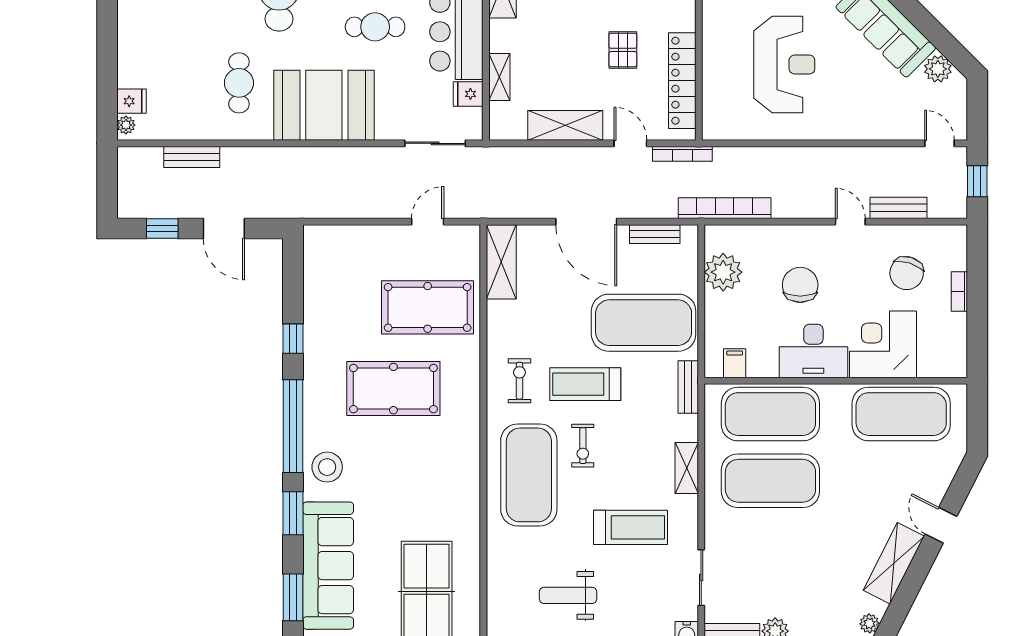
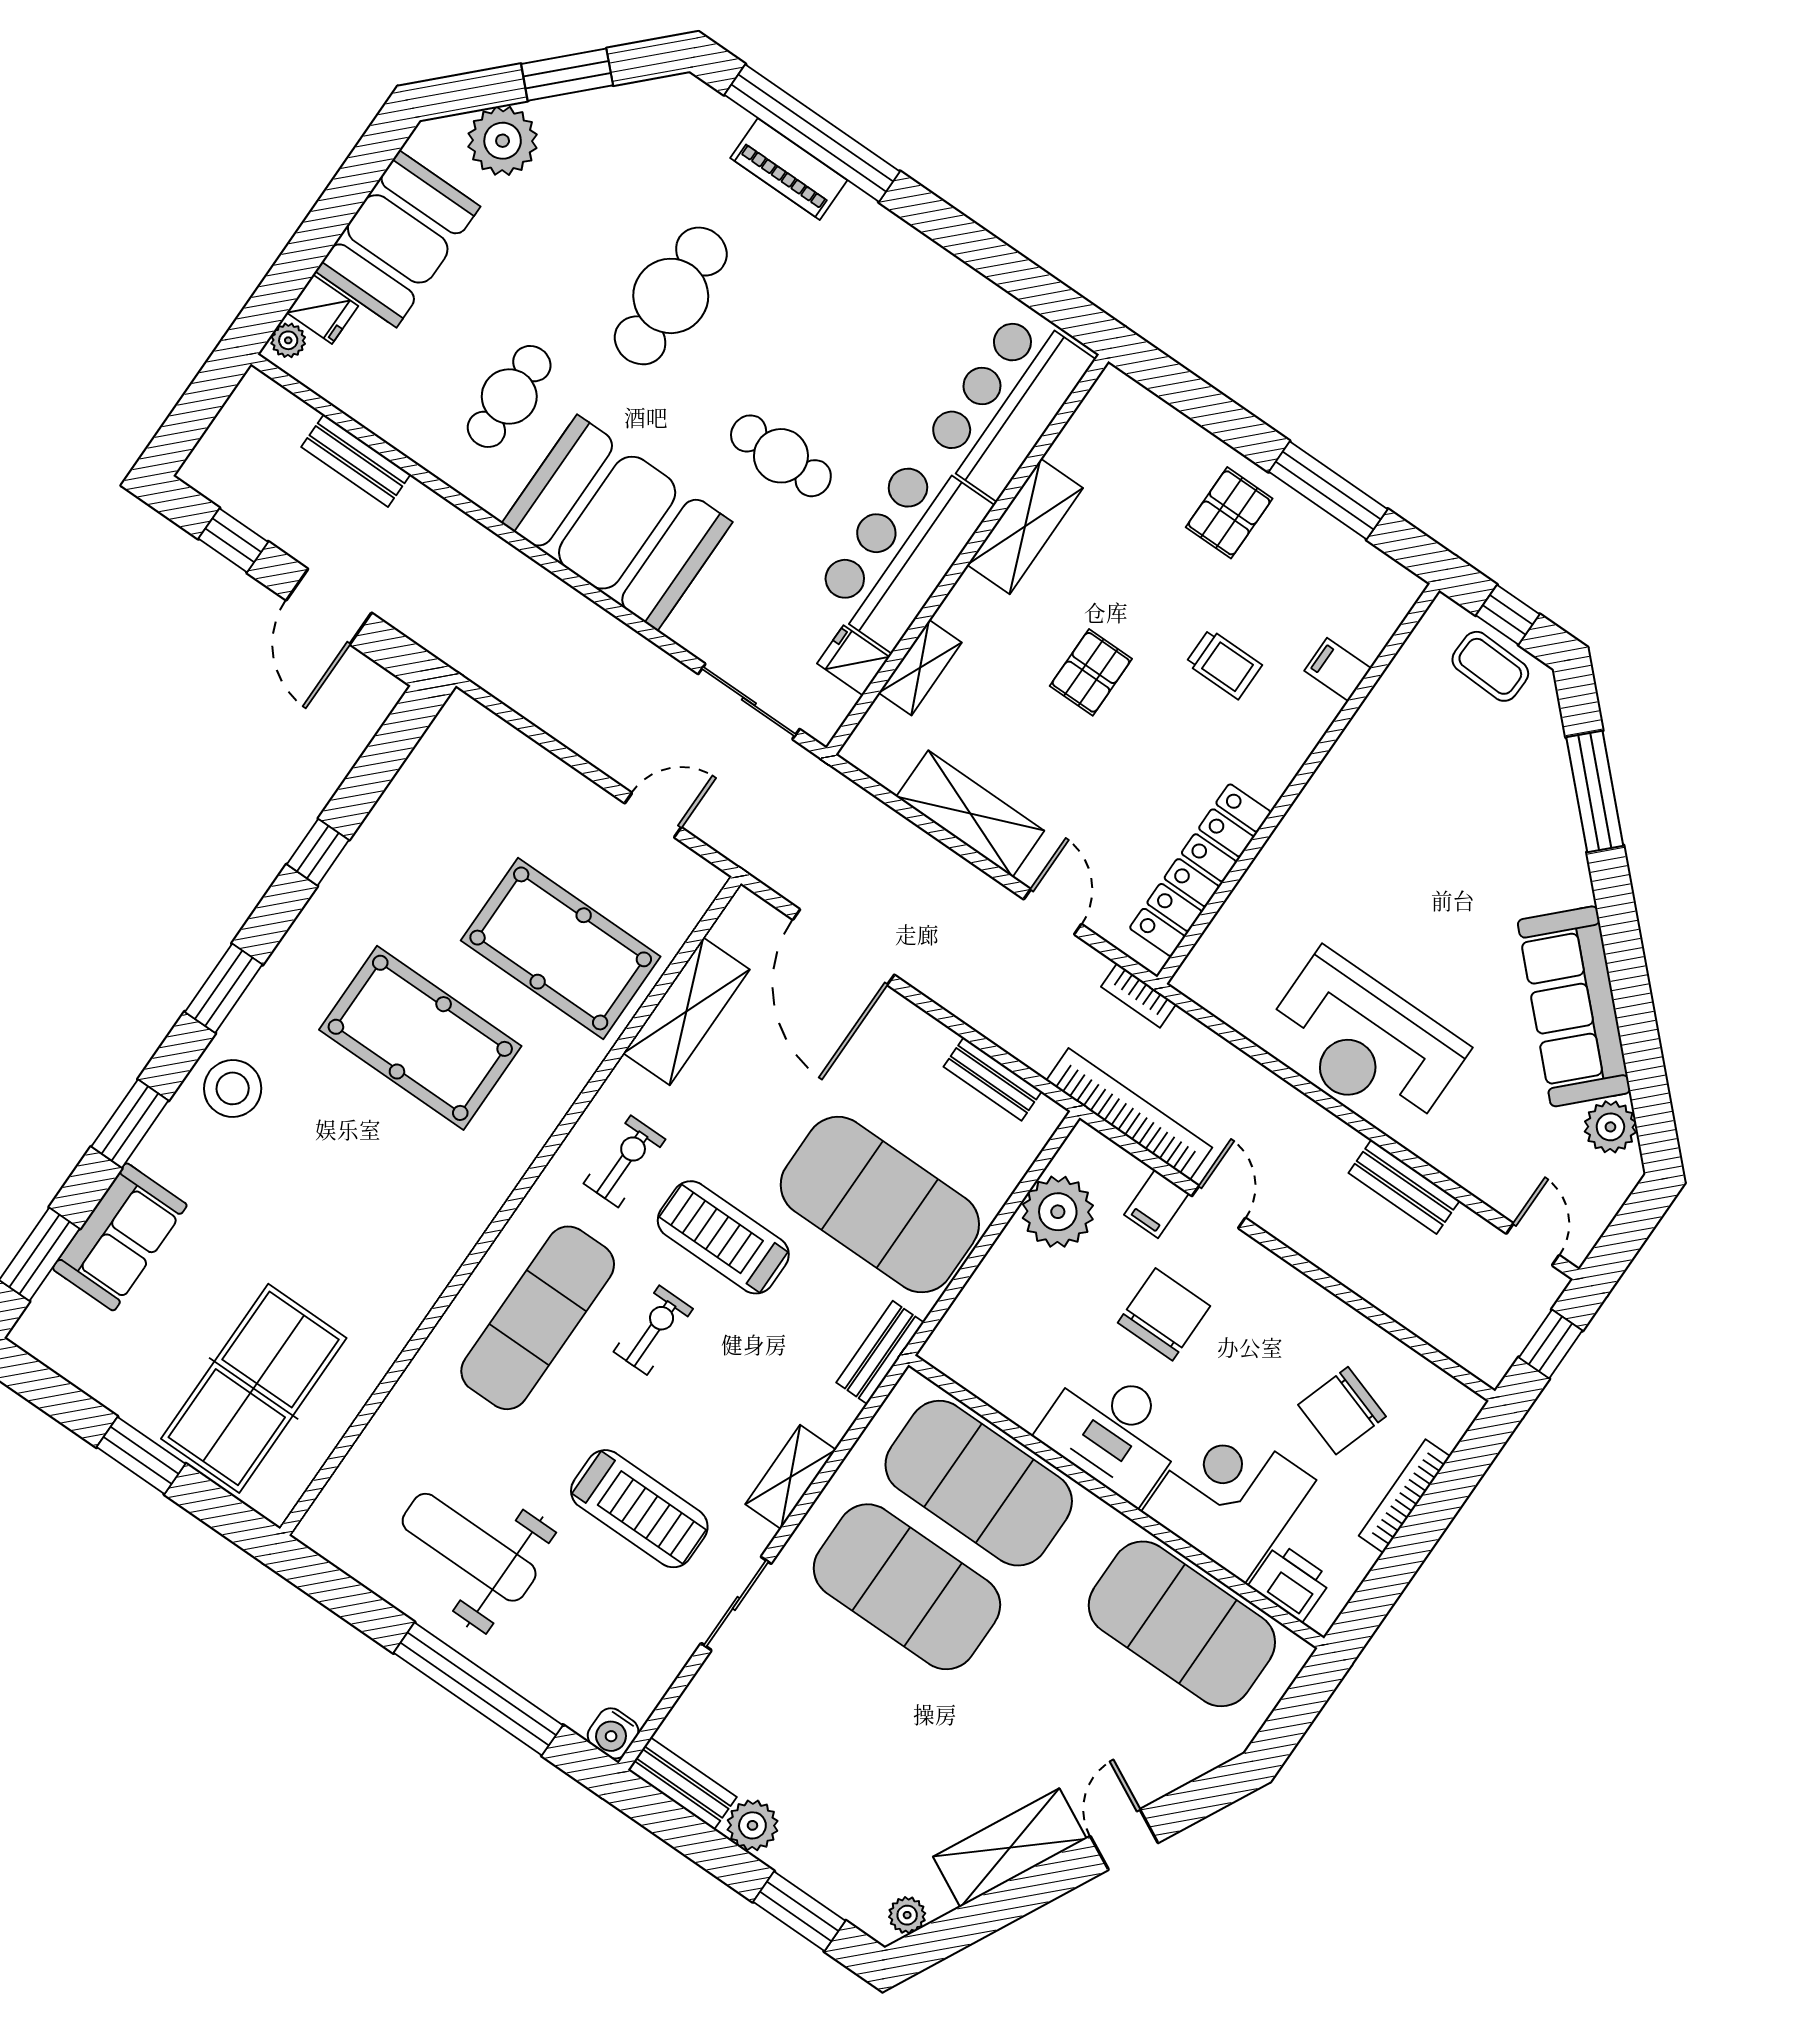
booth: (143, 48) -> (398, 239), added
pallet: (623, 50) -> (1091, 672), moved
reception desk: (784, 65) -> (1365, 1043), moved, turned 90
bookcase: (682, 154) -> (1139, 996), width x0.64
bench: (898, 208) -> (1404, 1187), moved
door: (586, 222) -> (844, 947), moved
door: (850, 222) -> (1219, 1207), moved
shelving: (501, 262) -> (686, 1011), moved
bookcase: (959, 291) -> (1404, 1496), width x1.56
filing cabinet: (735, 363) -> (1157, 1204), moved, turned 180
printer: (936, 363) -> (1290, 1582), added
window: (293, 426) -> (224, 988), width x0.47
exercise bike: (583, 446) -> (653, 1330), turned 180
exercise mat: (529, 475) -> (538, 1318), width x0.68
sofa: (328, 566) -> (120, 1237), width x0.54, depth x0.79
sliding door: (701, 578) -> (736, 1603), moved
weight bench: (568, 595) -> (469, 1547), width x1.36, depth x1.33

